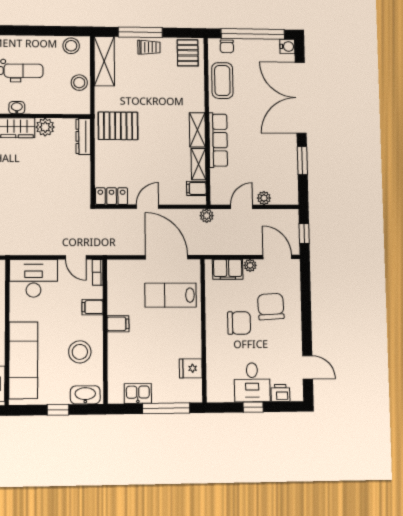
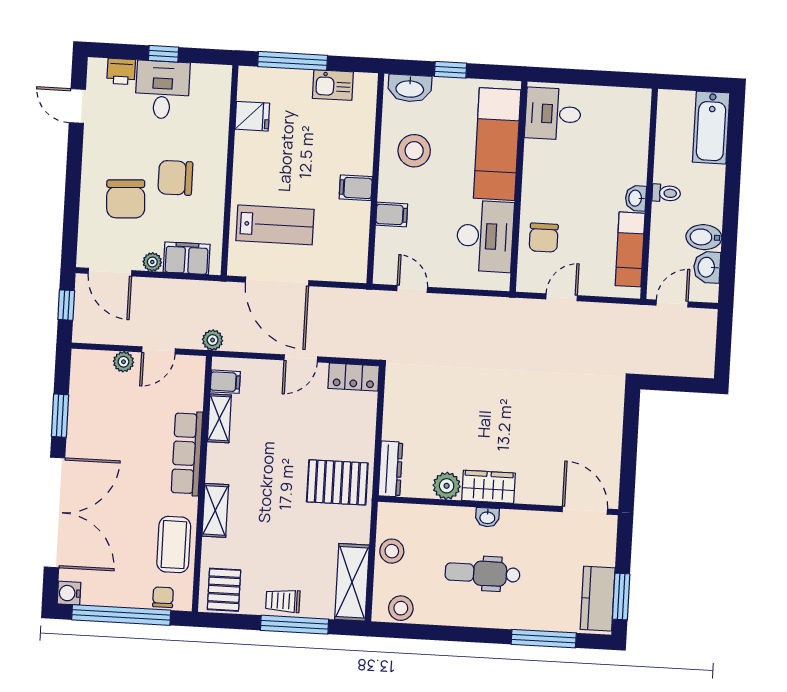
shelving: (197, 130) -> (215, 510), moved
bookcase: (98, 272) -> (381, 265), removed
desk: (33, 278) -> (485, 236), moved, turned -90

